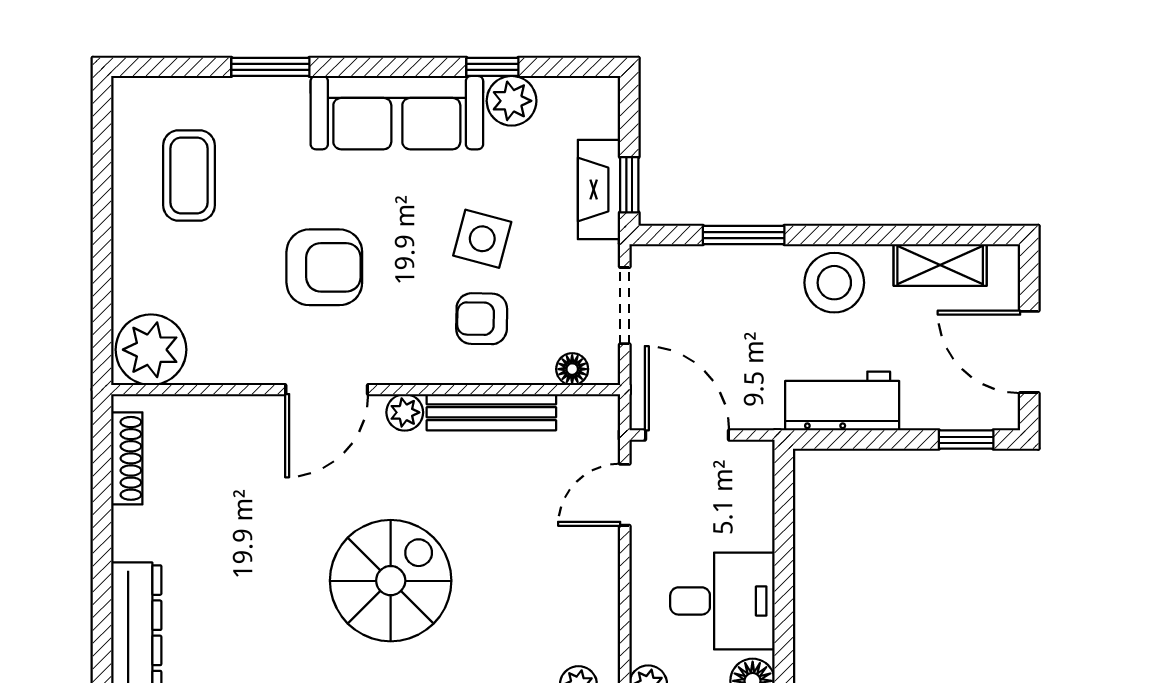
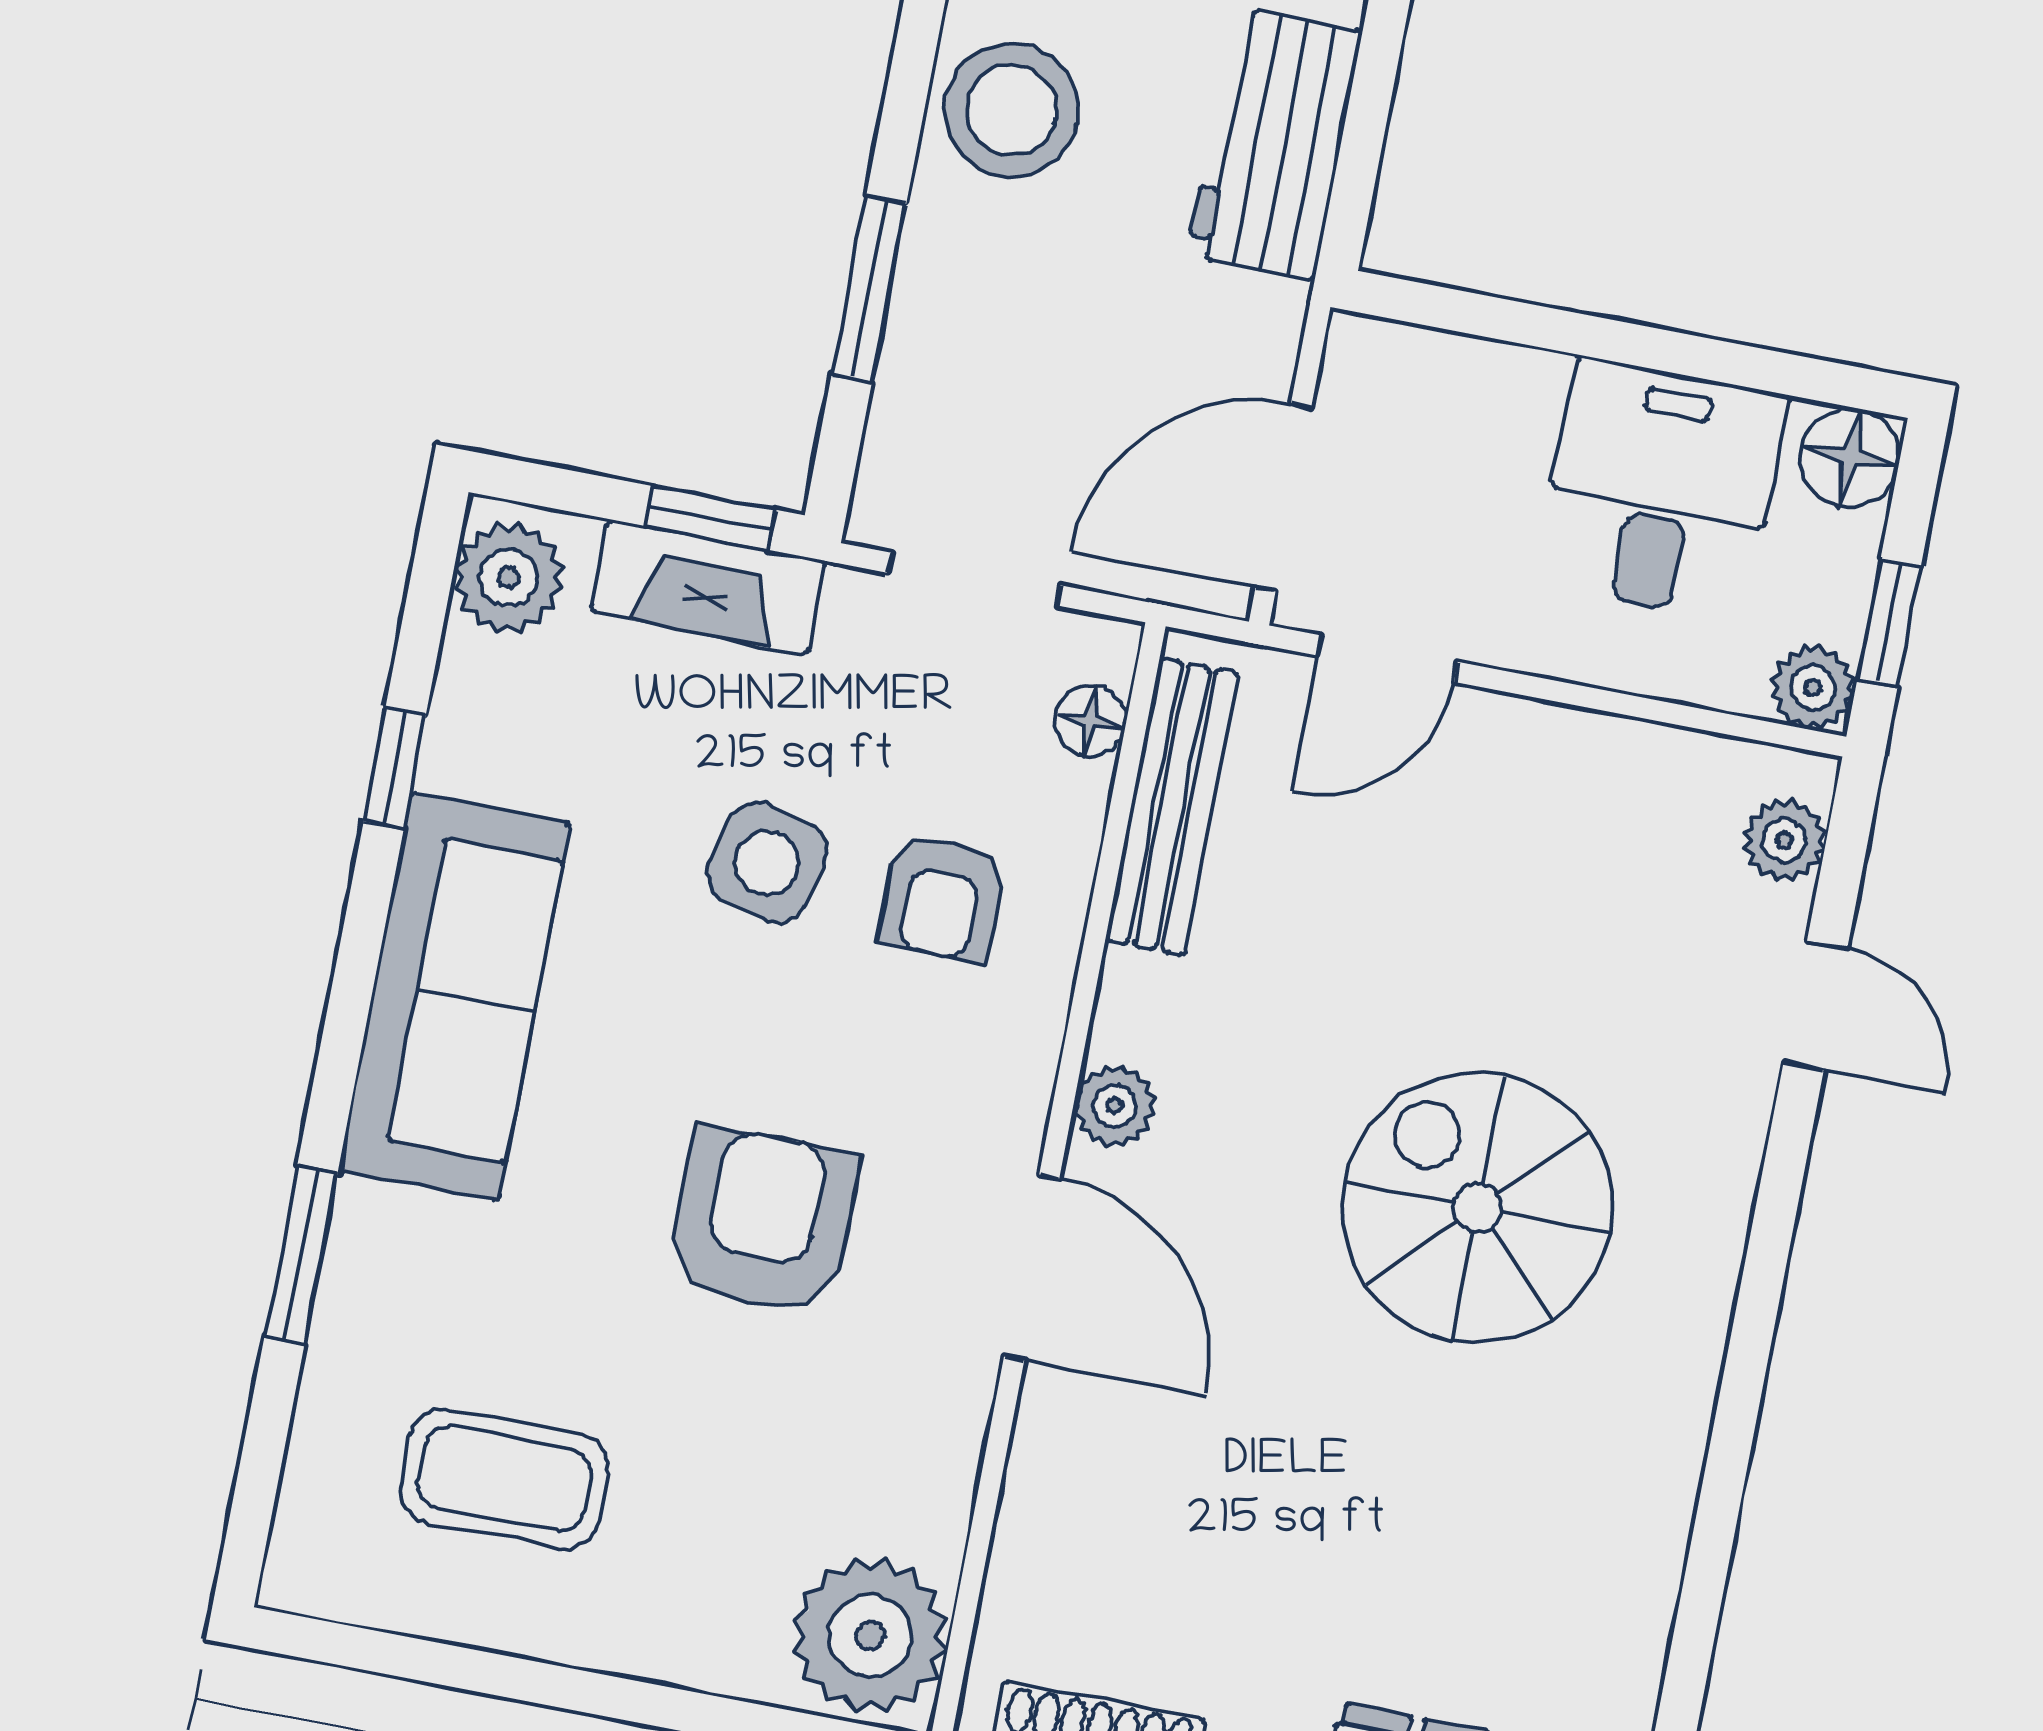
plant: (512, 101) -> (508, 578), moved
bench: (491, 412) -> (1172, 807), moved
door: (625, 495) -> (1388, 659), hinge flipped

